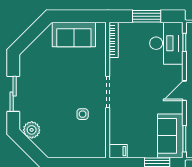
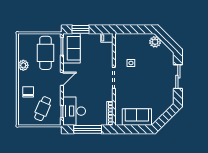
window: (147, 16) -> (88, 129), width x1.44
plant: (32, 130) -> (155, 42), moved

